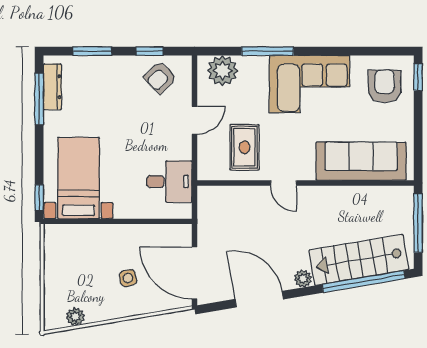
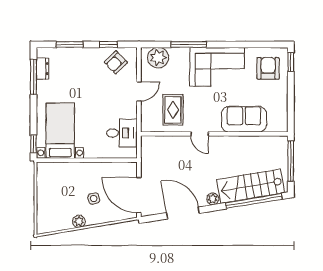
dresser: (52, 87) -> (43, 69), width x0.70
sofa: (361, 161) -> (244, 119), width x0.73
plant: (75, 317) -> (79, 221), moved

